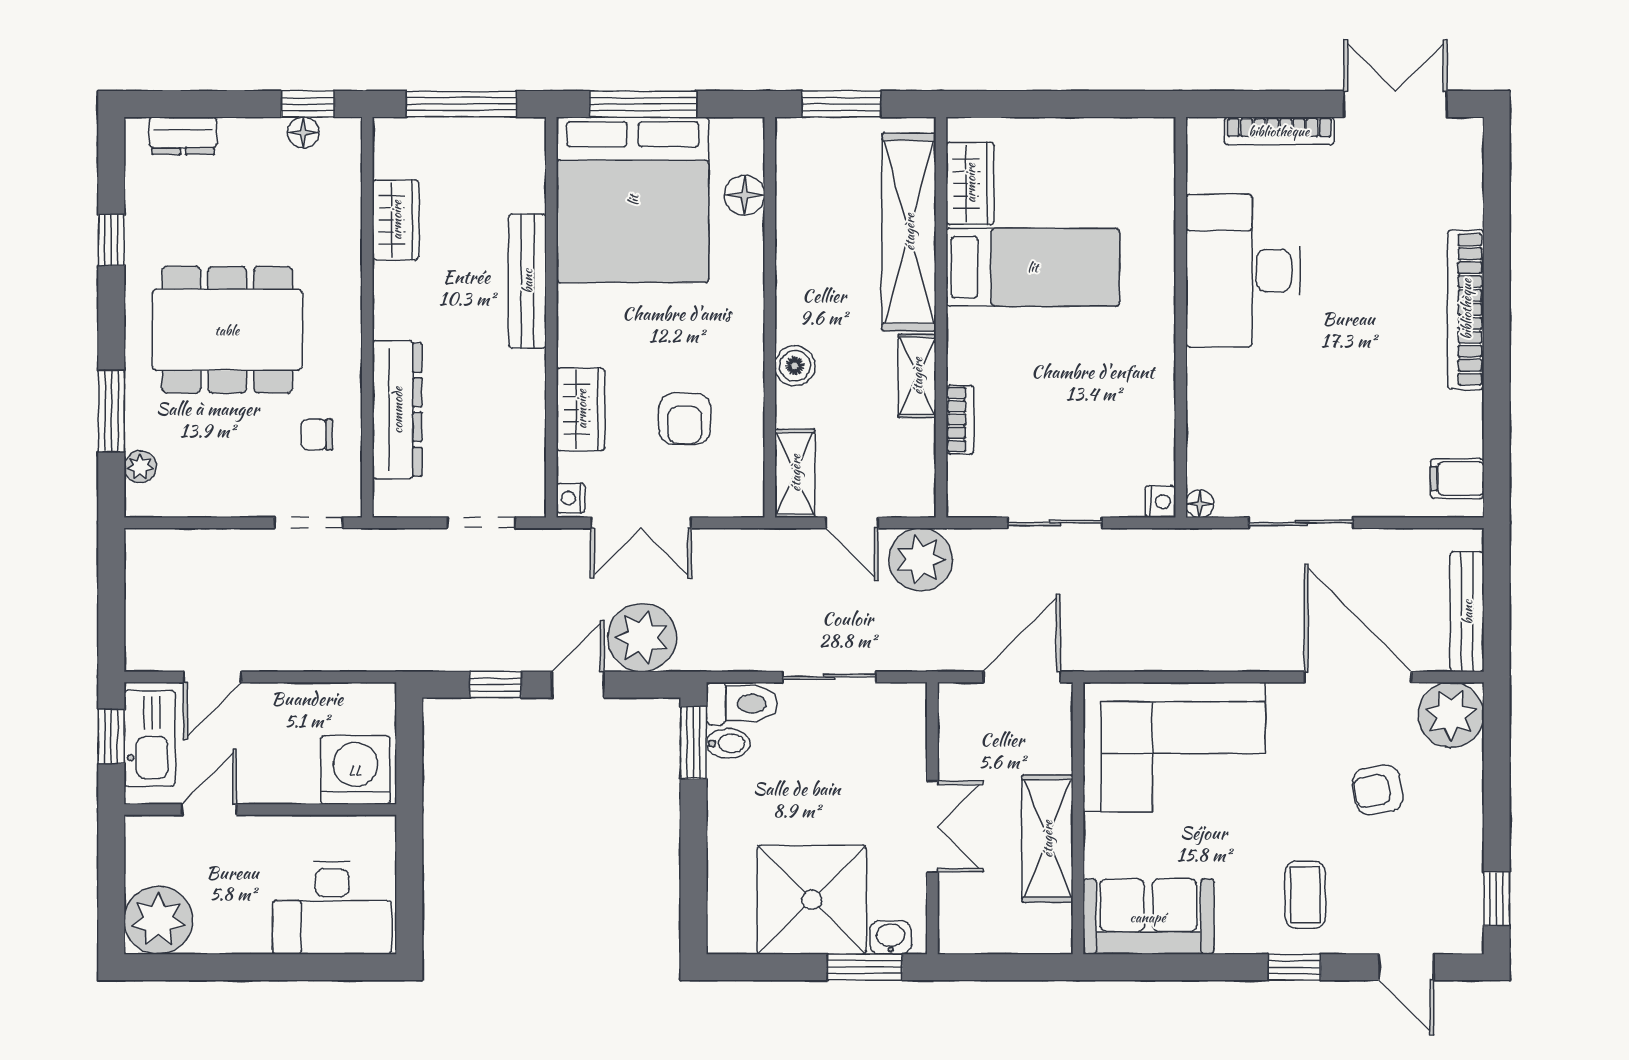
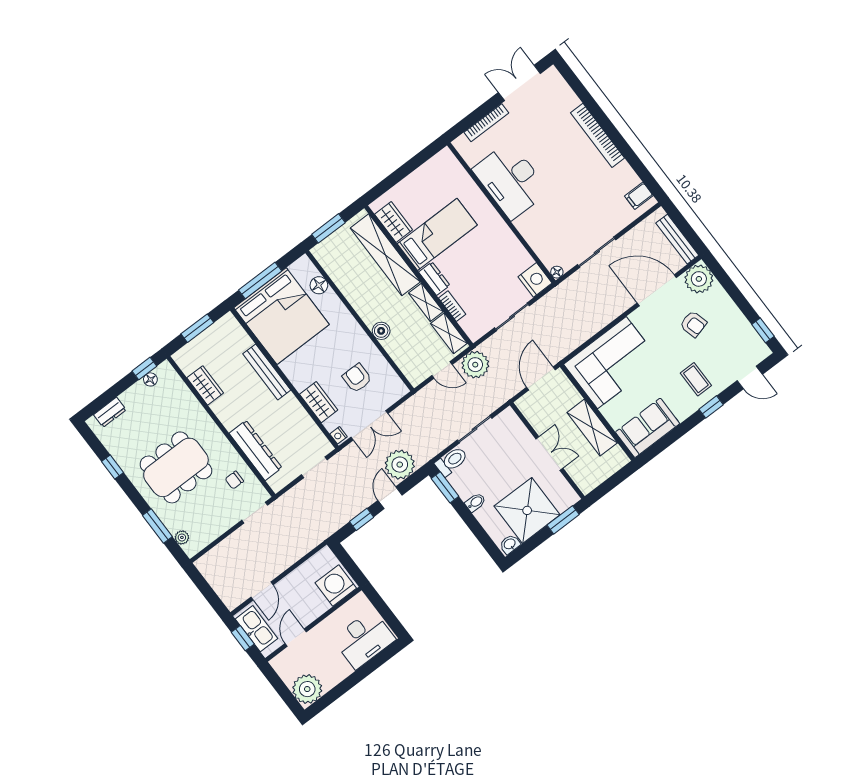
window: (461, 104) -> (197, 328), width x0.69
dresser: (966, 344) -> (434, 279), added
armchair: (685, 419) -> (357, 378), turned 180
shelving: (795, 473) -> (449, 333), moved
nightstand: (1160, 502) -> (535, 280), width x1.89, depth x1.79
bidet: (728, 743) -> (475, 502), moved
armchair: (1378, 790) -> (693, 324), turned -95
washbasin: (891, 937) -> (510, 544), moved

